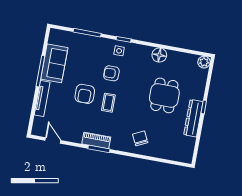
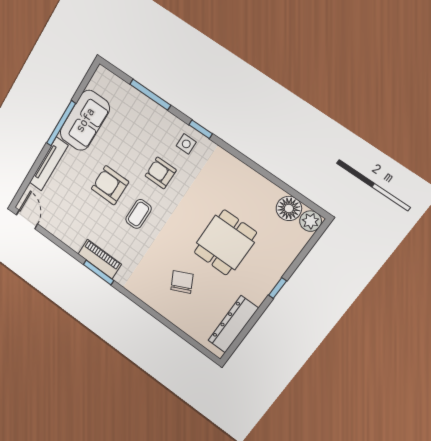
floor lamp: (159, 55) -> (289, 208), moved
armchair: (85, 94) -> (110, 185), turned 90
dresser: (193, 118) -> (233, 324), moved
chair: (140, 138) -> (182, 282), moved
door: (53, 140) -> (27, 219), moved

